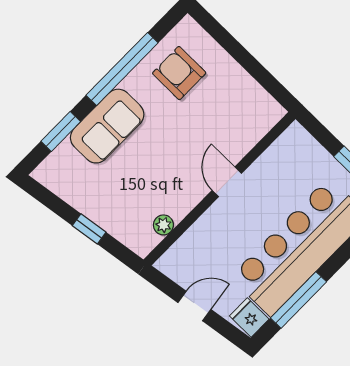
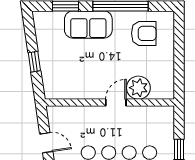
armchair: (179, 73) -> (144, 33), turned 90
plant: (163, 225) -> (138, 88), moved, width x1.88, depth x1.88

